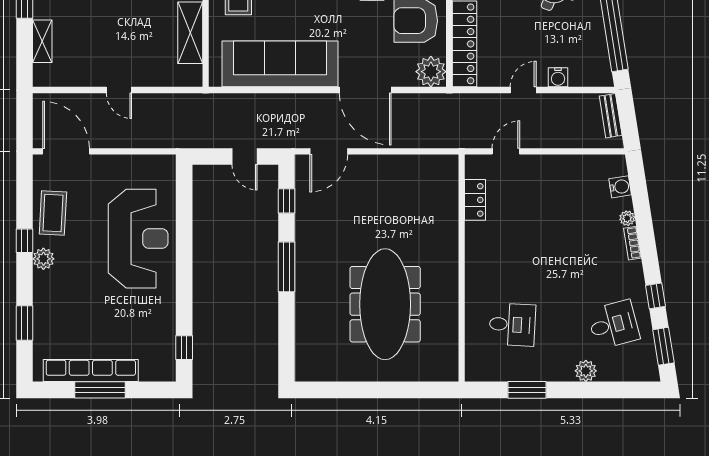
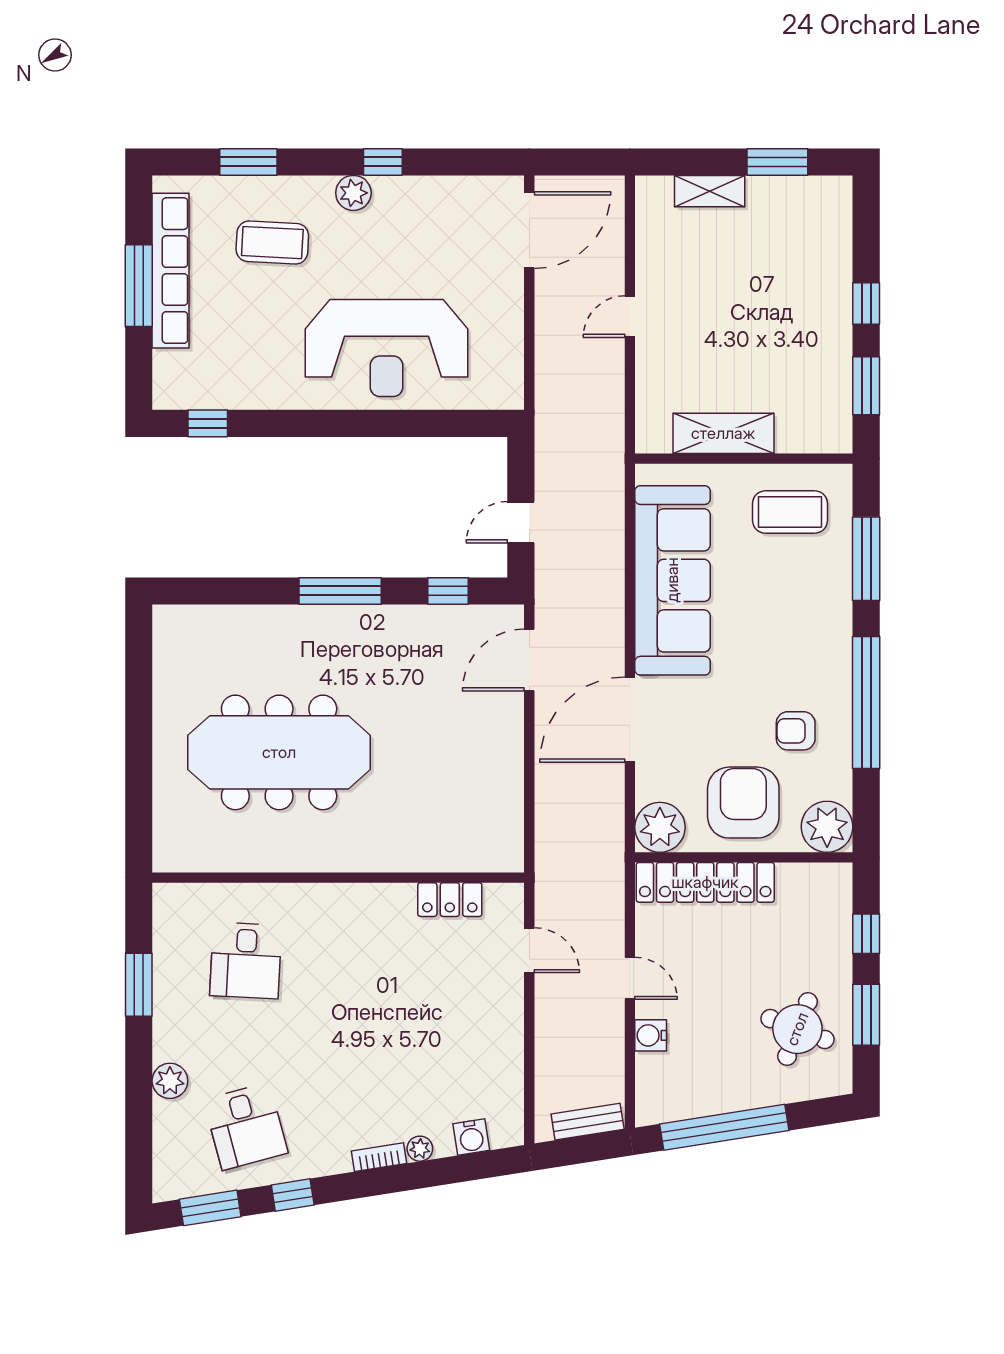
door: (329, 151) -> (529, 660), hinge flipped
coffee table: (53, 213) -> (272, 243), moved

